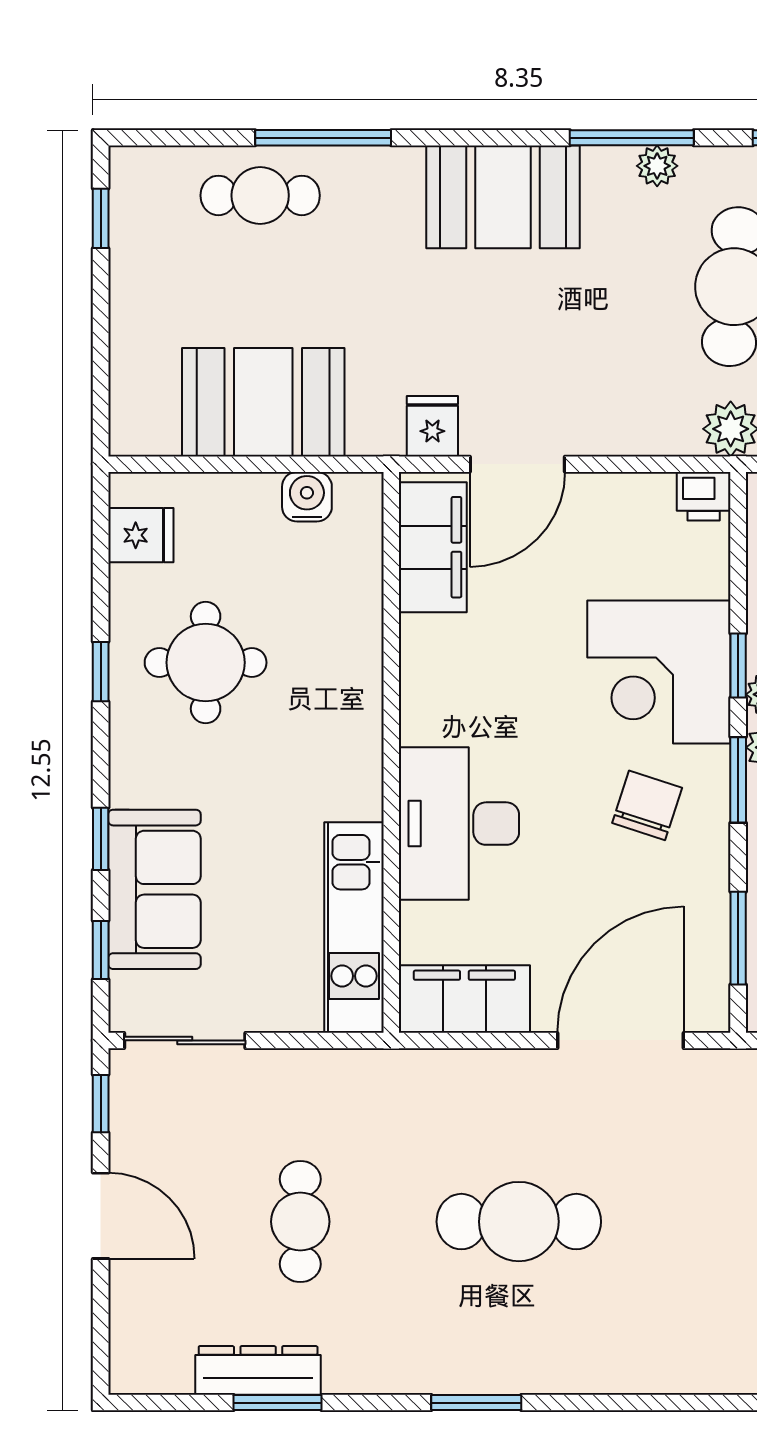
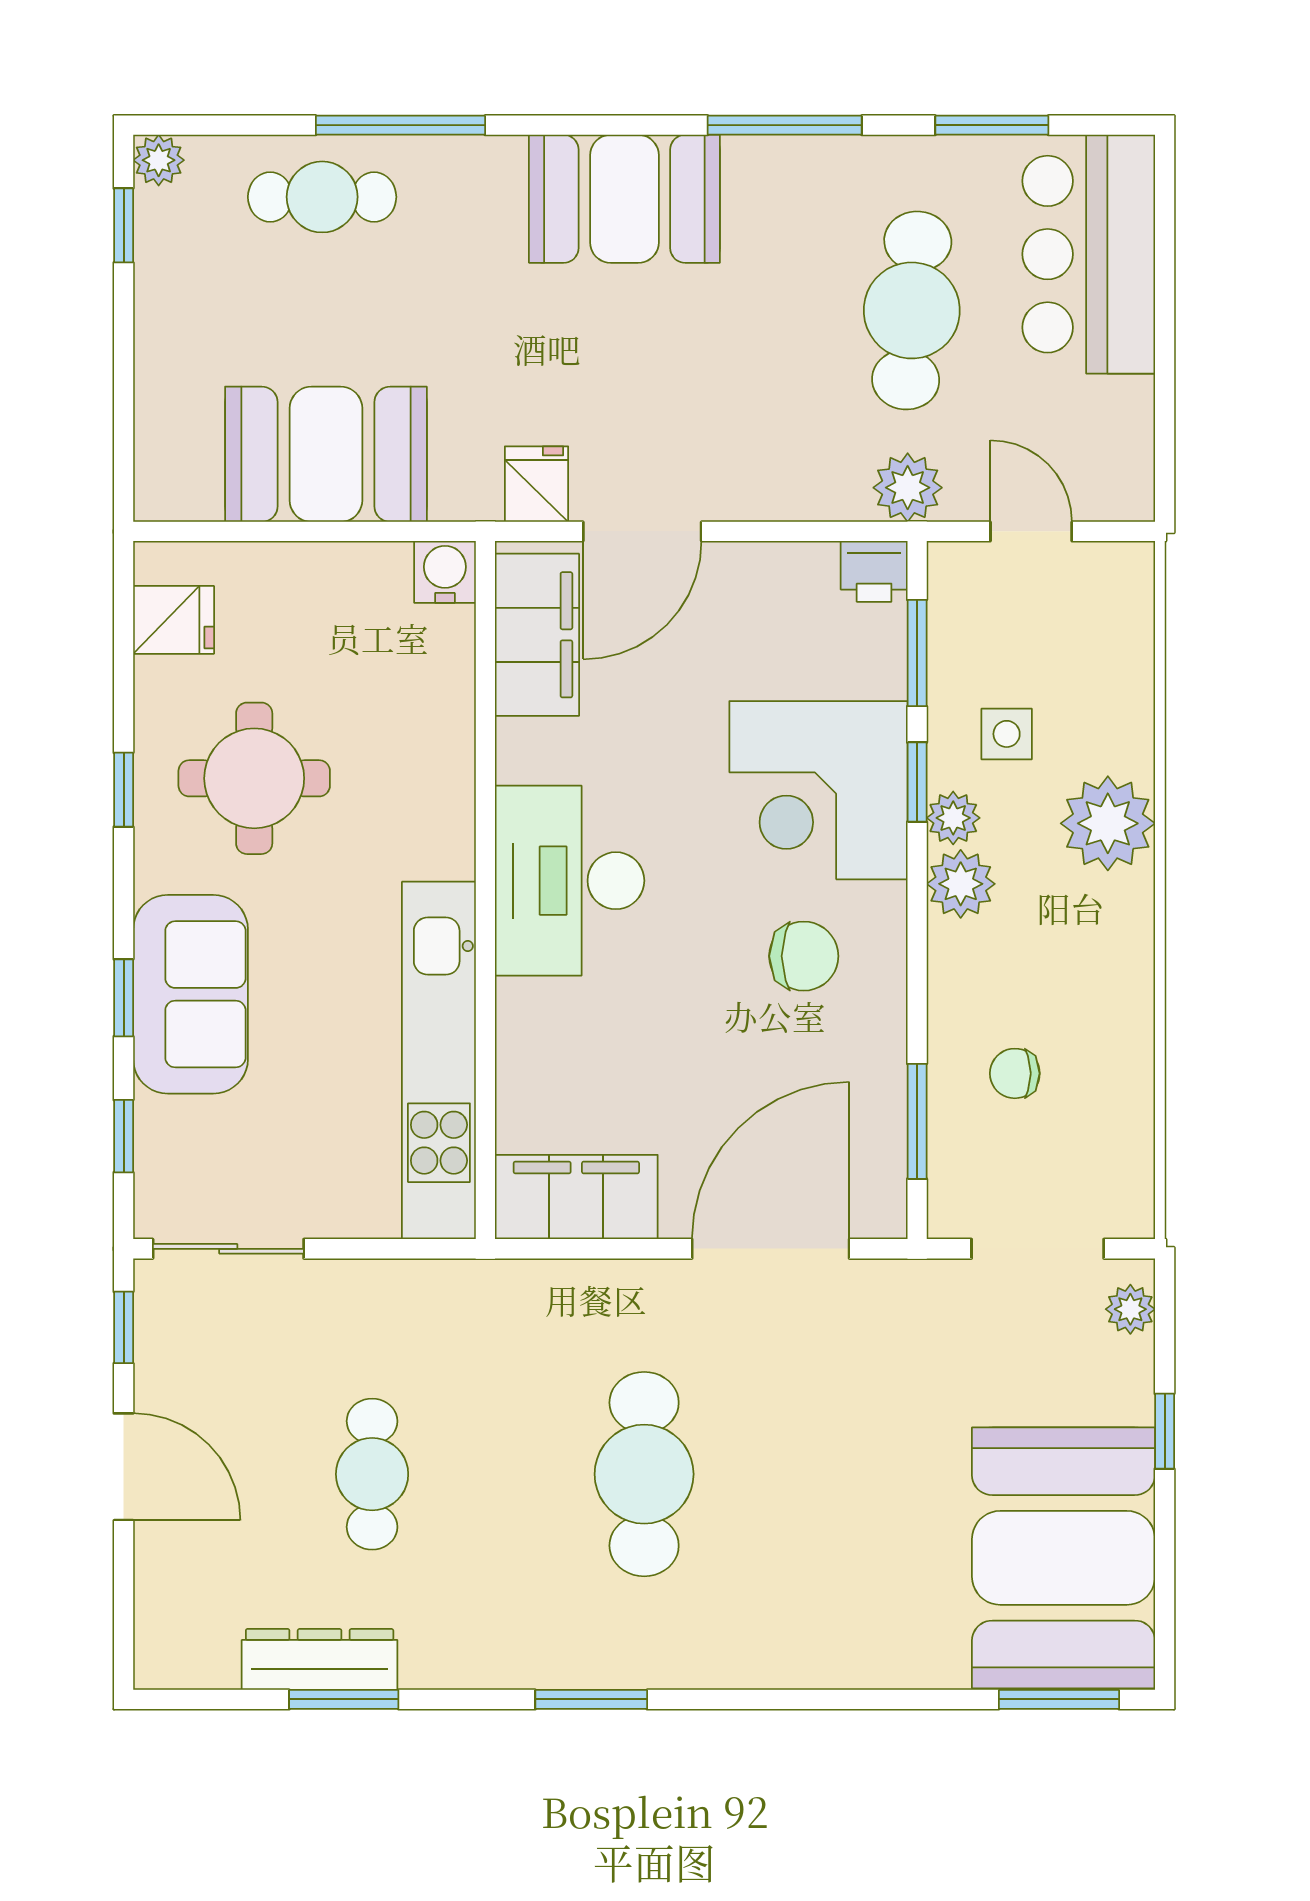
plant: (657, 166) -> (159, 160), moved
water cooler: (307, 497) -> (445, 572), moved
window: (738, 780) -> (917, 653), moved
chair: (647, 805) -> (804, 956), turned 72
desk: (459, 824) -> (570, 881), moved
sofa: (154, 889) -> (191, 994), moved
kitchen unit: (354, 928) -> (439, 1060), width x1.36
cafe table: (519, 1222) -> (644, 1474), turned 90

